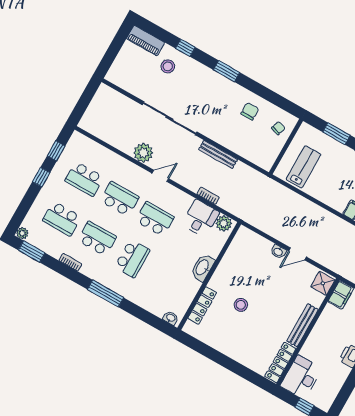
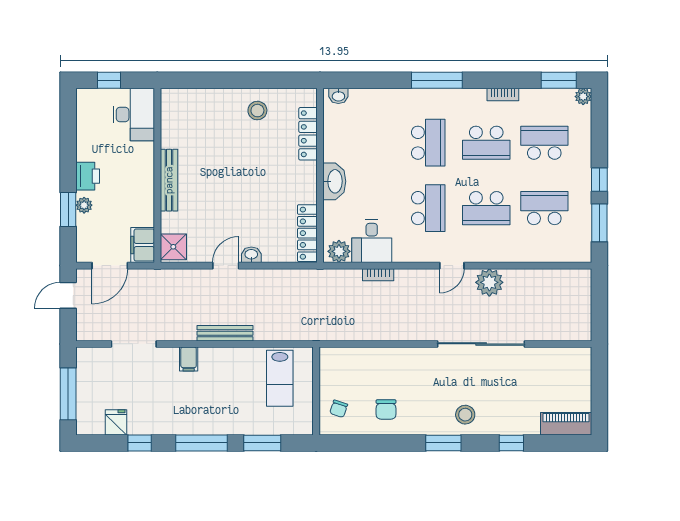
stool: (168, 66) -> (465, 415), moved
window: (56, 151) -> (599, 223), width x1.50
bench: (218, 154) -> (225, 333), moved
school desk: (155, 219) -> (428, 208), turned -90
school desk: (132, 259) -> (428, 143), turned 180
stool: (241, 305) -> (257, 111), moved
locker: (280, 363) -> (307, 233), moved, turned 180

